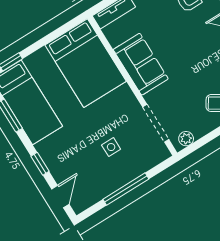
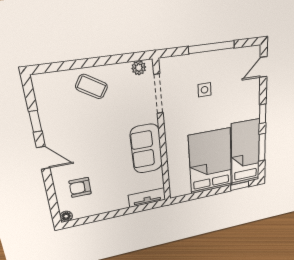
bed: (86, 63) -> (211, 161), moved
window: (40, 164) -> (263, 114), moved

